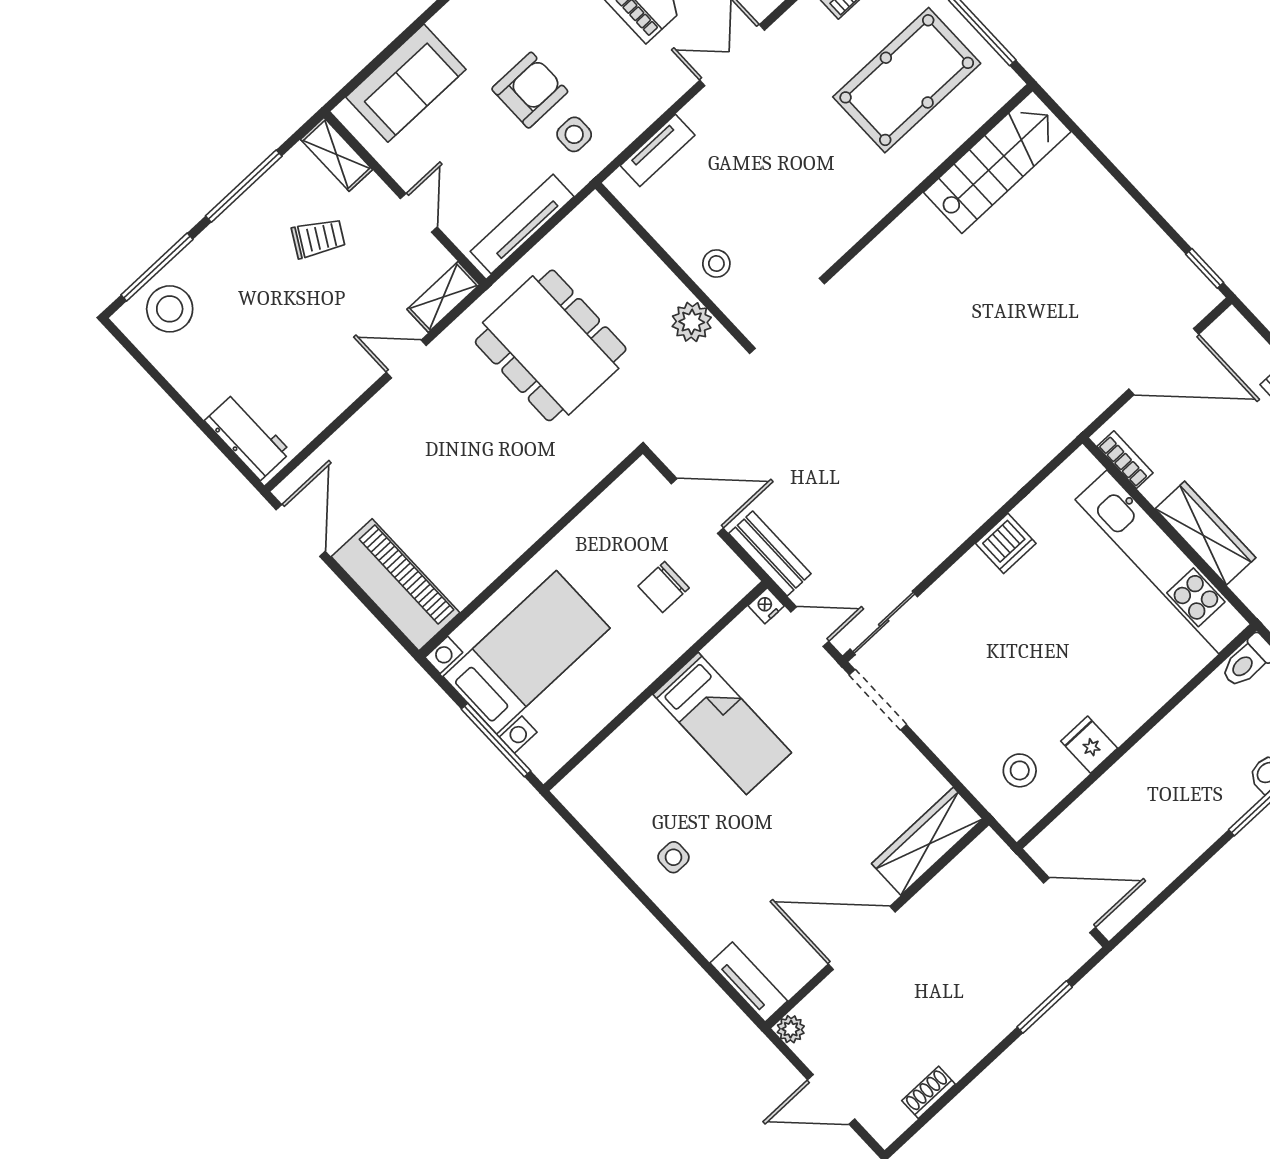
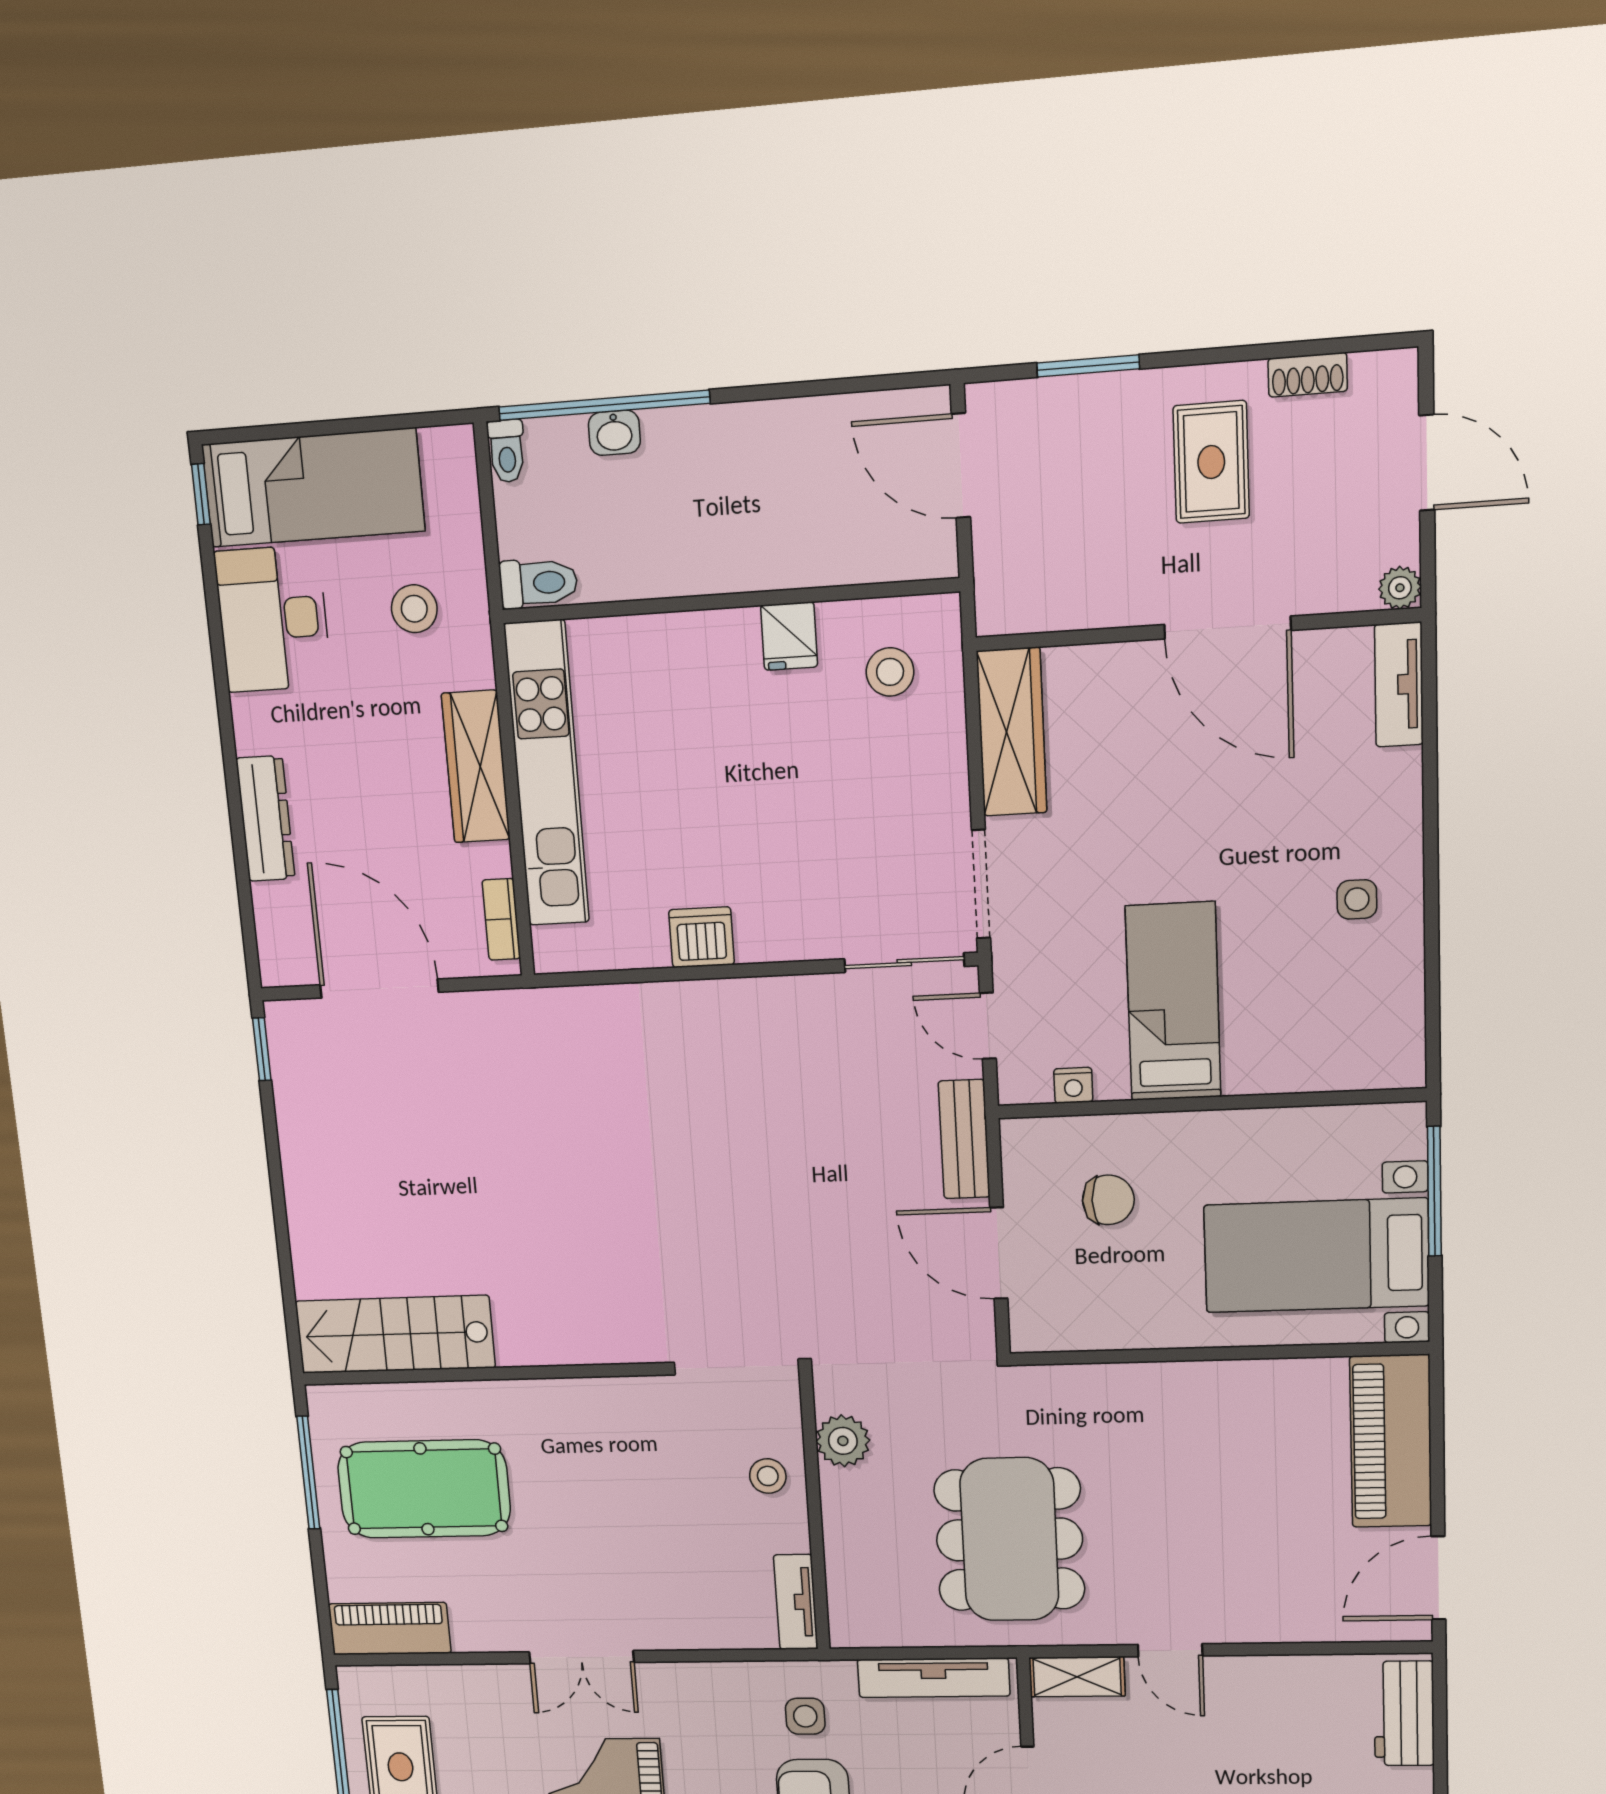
tv unit: (658, 150) -> (796, 1602), moved, turned -90
nightstand: (766, 606) -> (1073, 1085), moved
wardrobe: (927, 841) -> (1012, 732), moved, turned -90
rug: (941, 1012) -> (1211, 462), added

